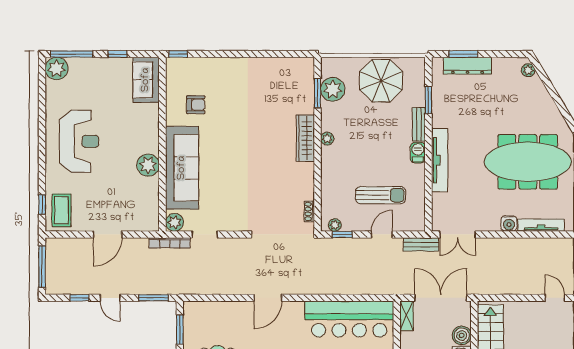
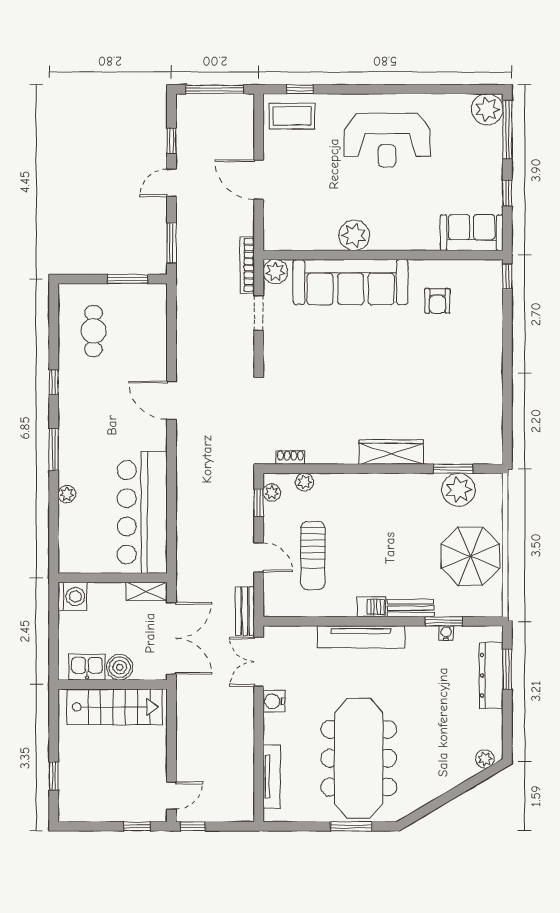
water cooler: (437, 98) -> (446, 633), added
plant: (327, 139) -> (304, 482), moved
water cooler: (509, 223) -> (274, 701), moved

